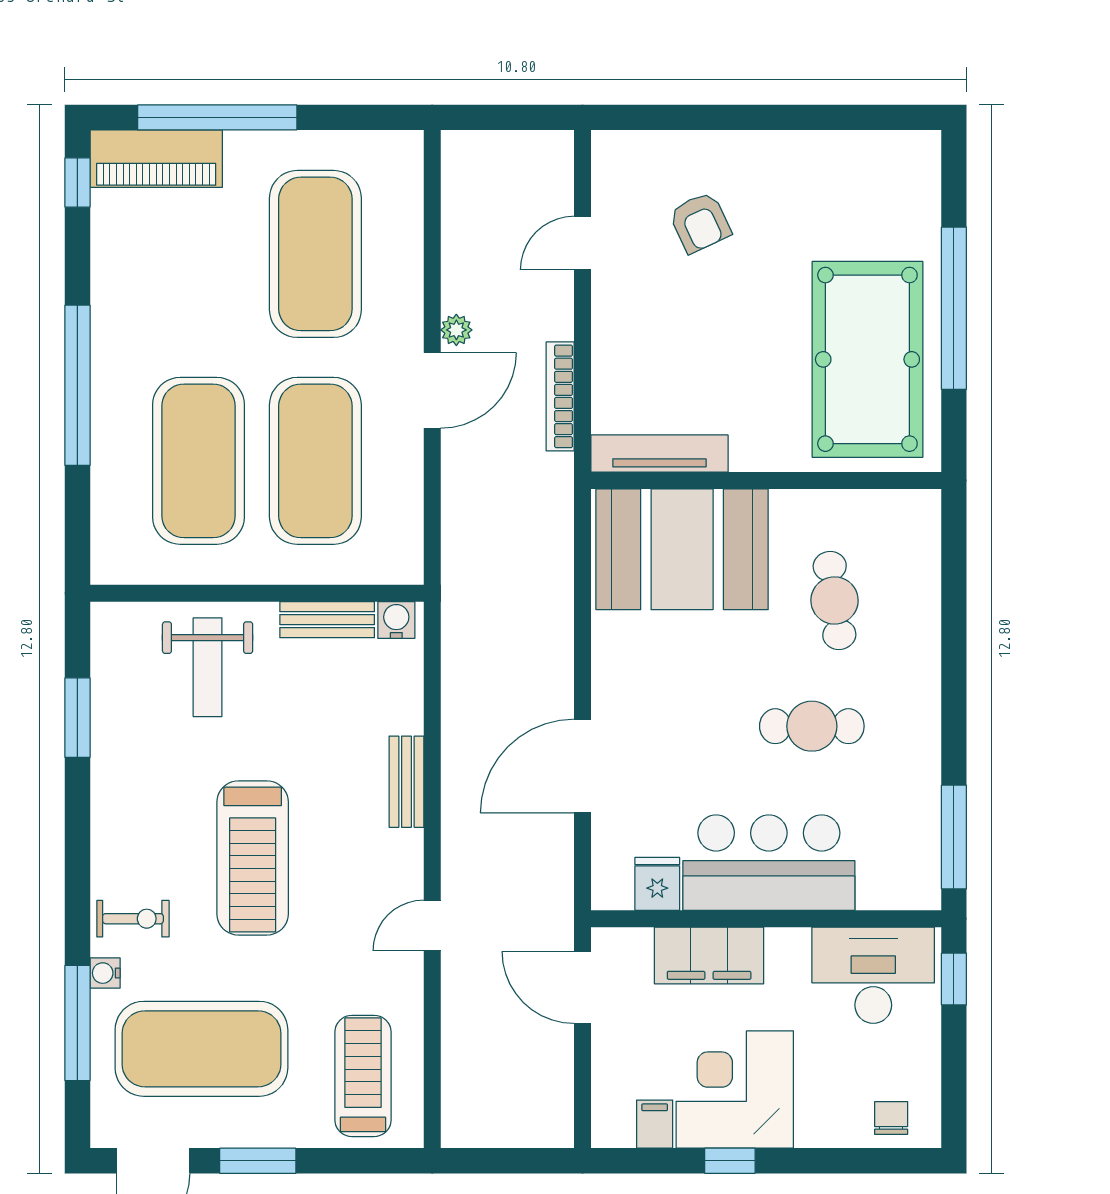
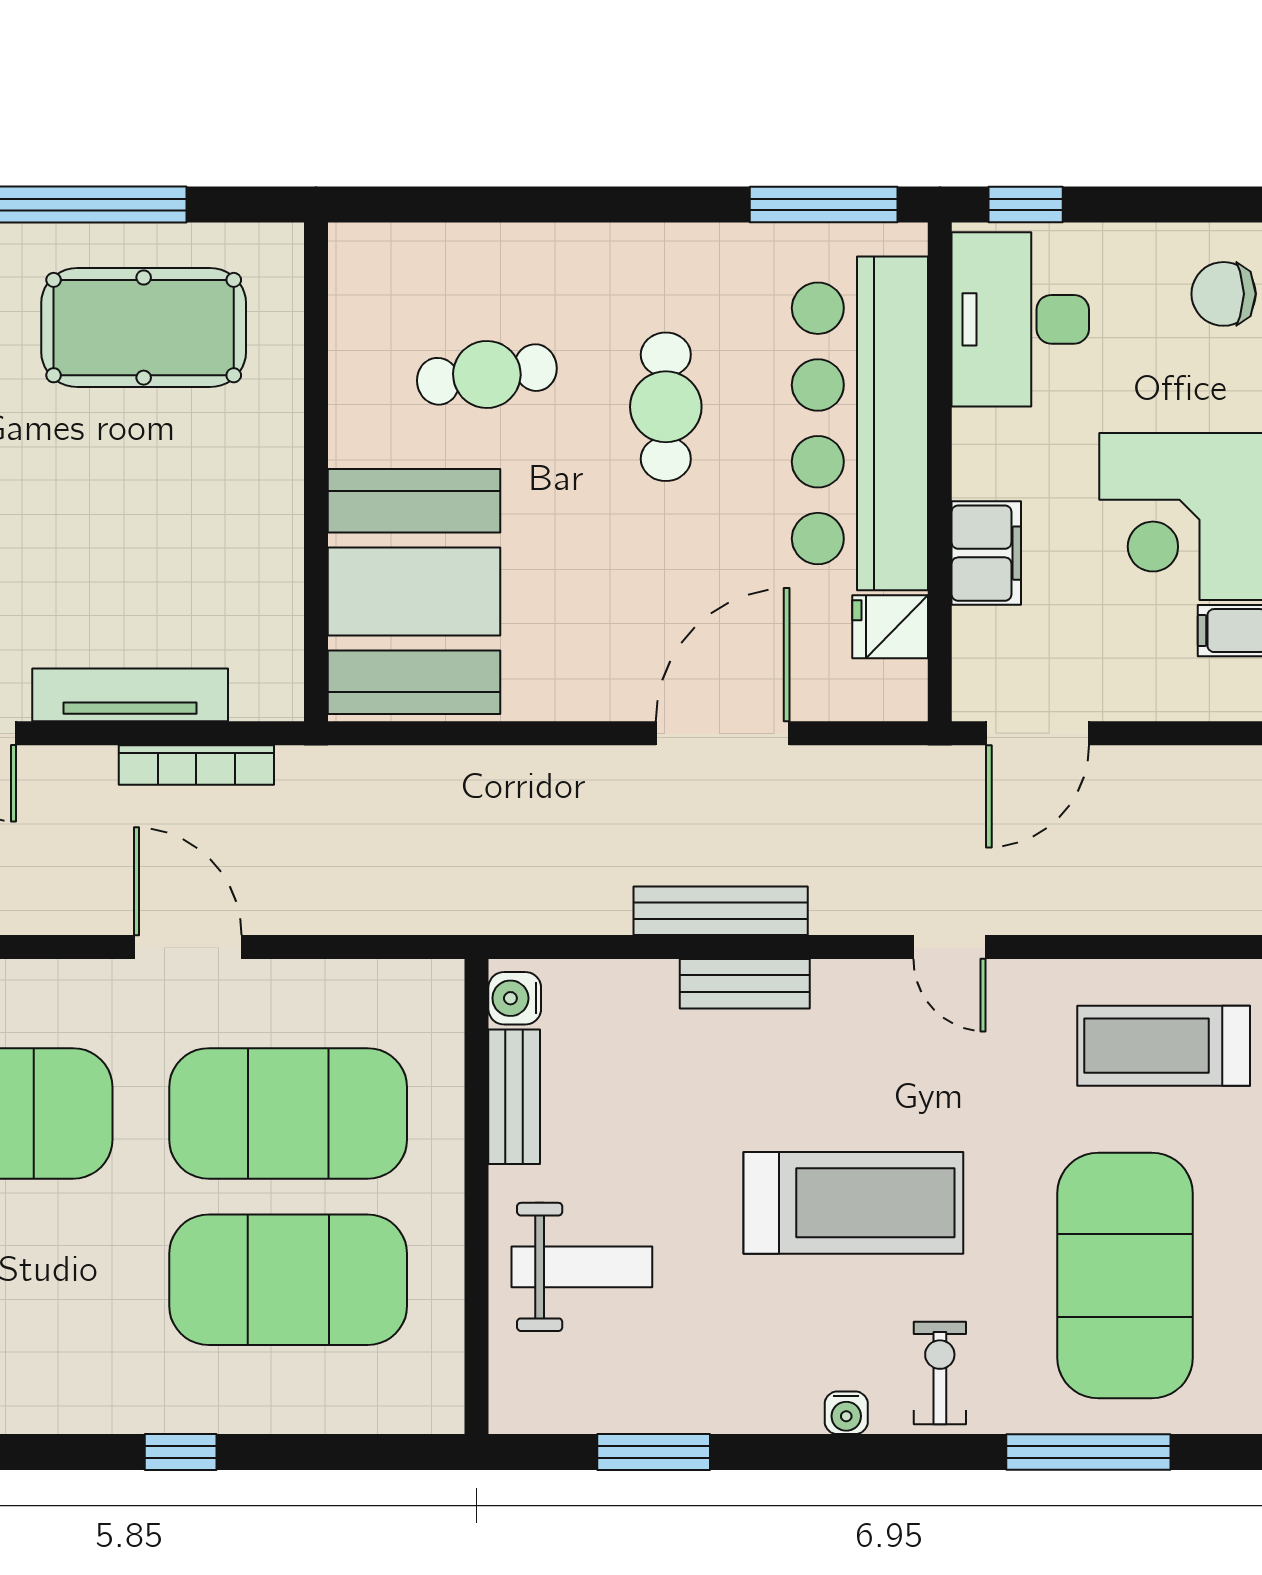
plant: (456, 330) -> (102, 913), removed
pool table: (867, 359) -> (144, 328), width x0.73, depth x0.76
window: (77, 385) -> (181, 1452), width x0.32
tv unit: (659, 454) -> (130, 695), moved, turned 90
bench: (458, 765) -> (721, 911), added
door: (582, 766) -> (723, 733), swing flipped
bar counter: (769, 863) -> (860, 423), width x1.36
filing cabinet: (709, 955) -> (986, 553), width x0.67, depth x0.86
water cooler: (105, 973) -> (846, 1413), moved
chair: (891, 1118) -> (1224, 294), width x1.37, depth x1.37

